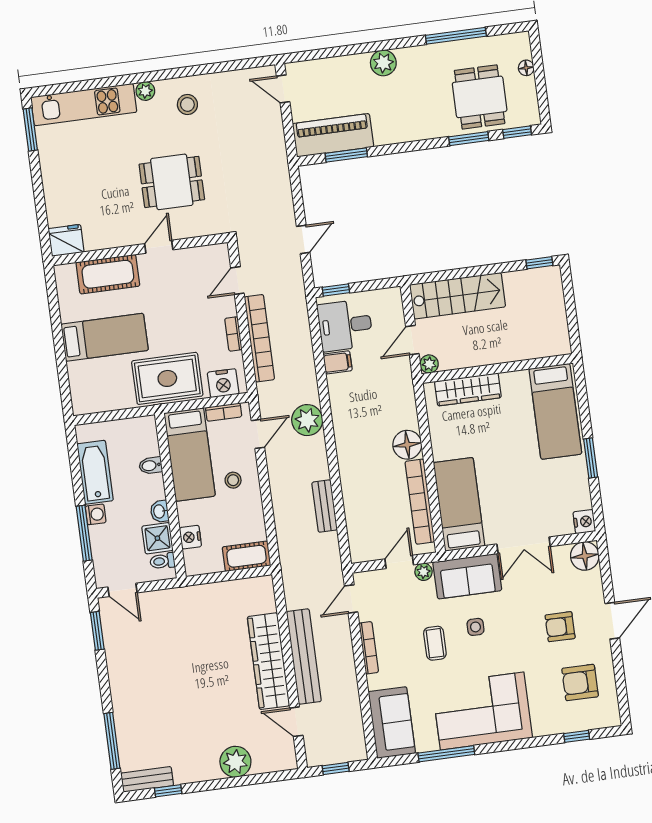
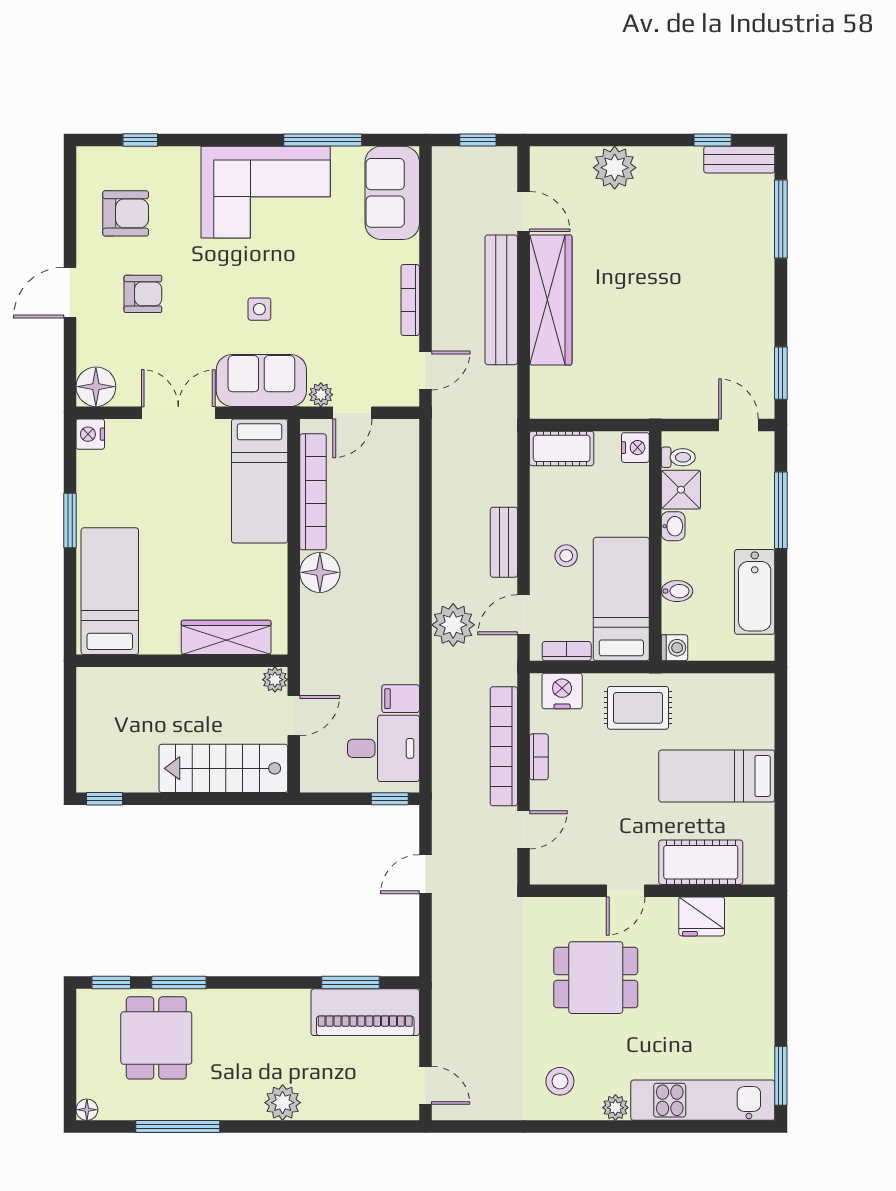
floor lamp: (526, 68) -> (87, 1110), moved
fridge: (66, 240) -> (702, 916), moved
rug: (167, 378) -> (638, 708), width x0.73, depth x0.70
bench: (325, 506) -> (504, 542), moved
washing machine: (96, 514) -> (674, 648), moved, turned 180
nightstand: (190, 537) -> (635, 448), moved
coffee table: (435, 643) -> (318, 294), removed

